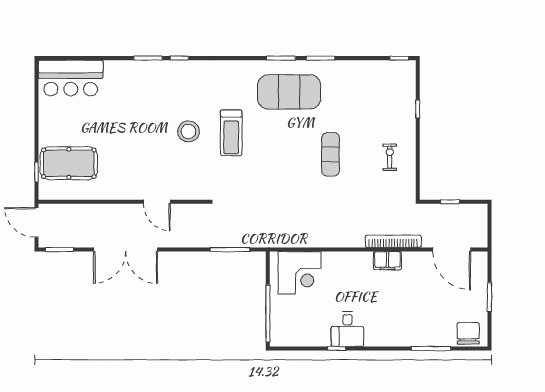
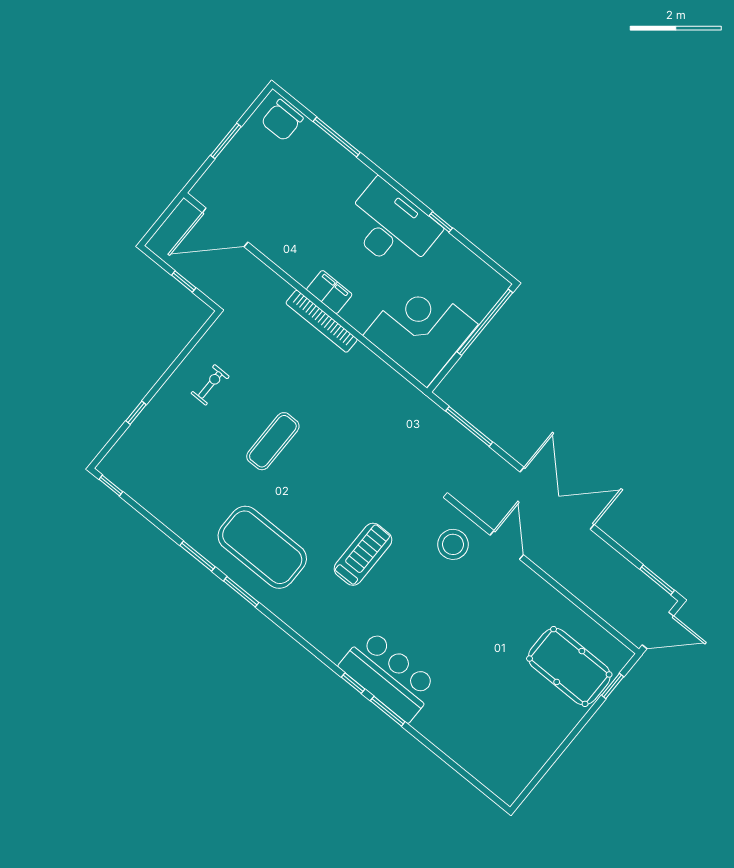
bar counter: (71, 78) -> (389, 676), moved
stool: (189, 131) -> (453, 544), moved
exercise bike: (390, 157) -> (210, 385), turned 180
door: (37, 222) -> (658, 630), hinge flipped
bookcase: (393, 241) -> (322, 321), moved
double door: (126, 250) -> (557, 498), moved
door: (452, 250) -> (225, 227), swing flipped
filing cabinet: (387, 261) -> (329, 292), moved
corner desk: (300, 273) -> (420, 330), width x1.36, depth x1.36
desk: (347, 329) -> (391, 226), width x1.87, depth x1.30

